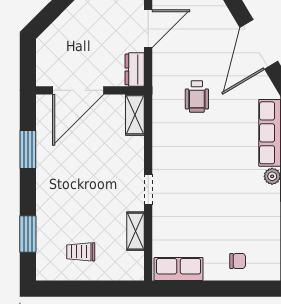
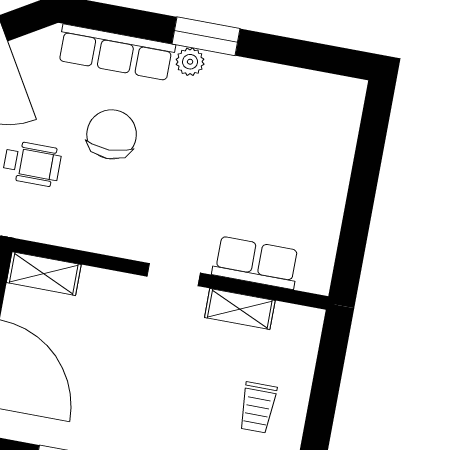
chair: (238, 261) -> (112, 134), moved, width x1.87, depth x1.87
row of seats: (179, 269) -> (256, 263), moved, turned 90

